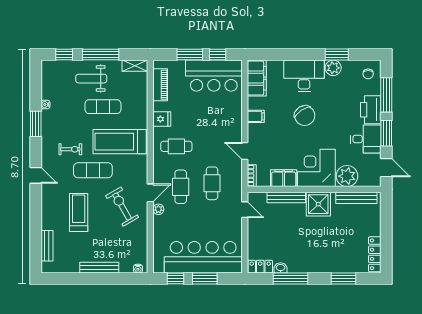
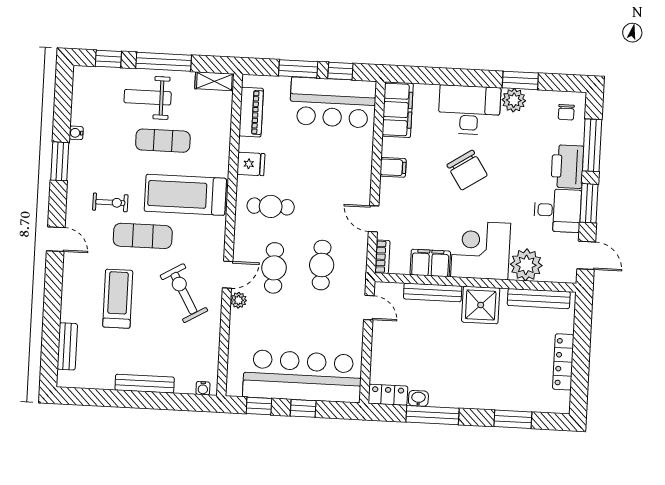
locker: (375, 254) -> (563, 362), moved
window: (205, 278) -> (303, 408), width x0.67

